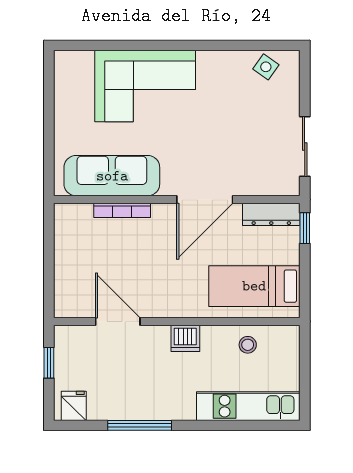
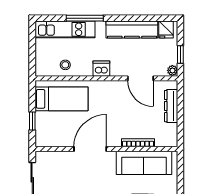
dresser: (271, 214) -> (171, 106), moved, turned -90
window: (305, 228) -> (32, 121), moved
plant: (63, 335) -> (172, 70), added
kitchen counter: (133, 406) -> (132, 30), added
window: (140, 425) -> (85, 18), moved

